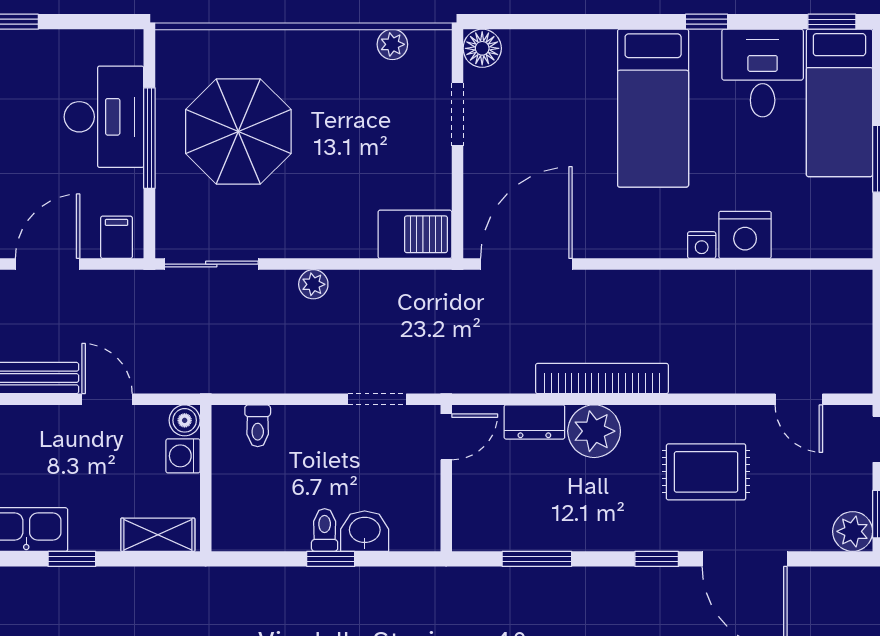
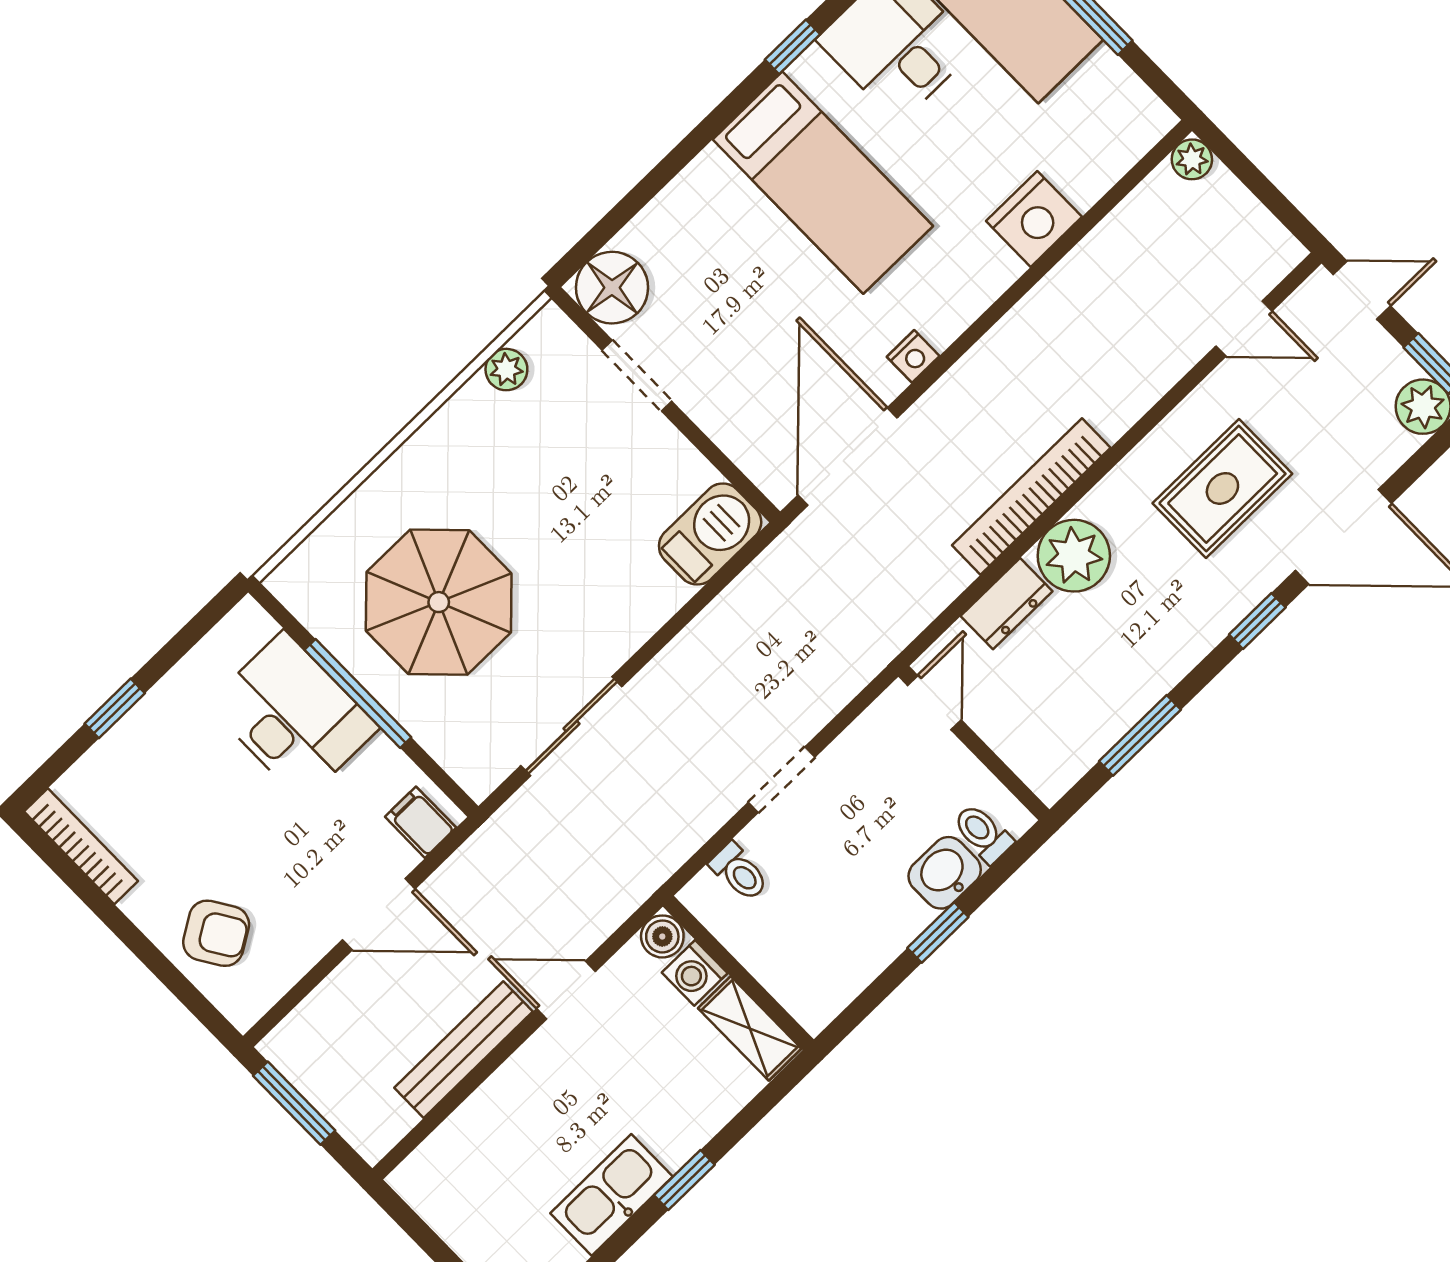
floor lamp: (482, 48) -> (612, 288), width x1.38, depth x1.38
nightstand: (702, 245) -> (913, 356), moved
door: (48, 264) -> (379, 914), swing flipped
sliding door: (211, 264) -> (571, 726), moved
plant: (313, 284) -> (1192, 159), moved
doorway: (377, 399) -> (782, 780), moved
toilet: (325, 530) -> (983, 833), moved
shelving: (158, 535) -> (750, 1028), moved, turned 90

